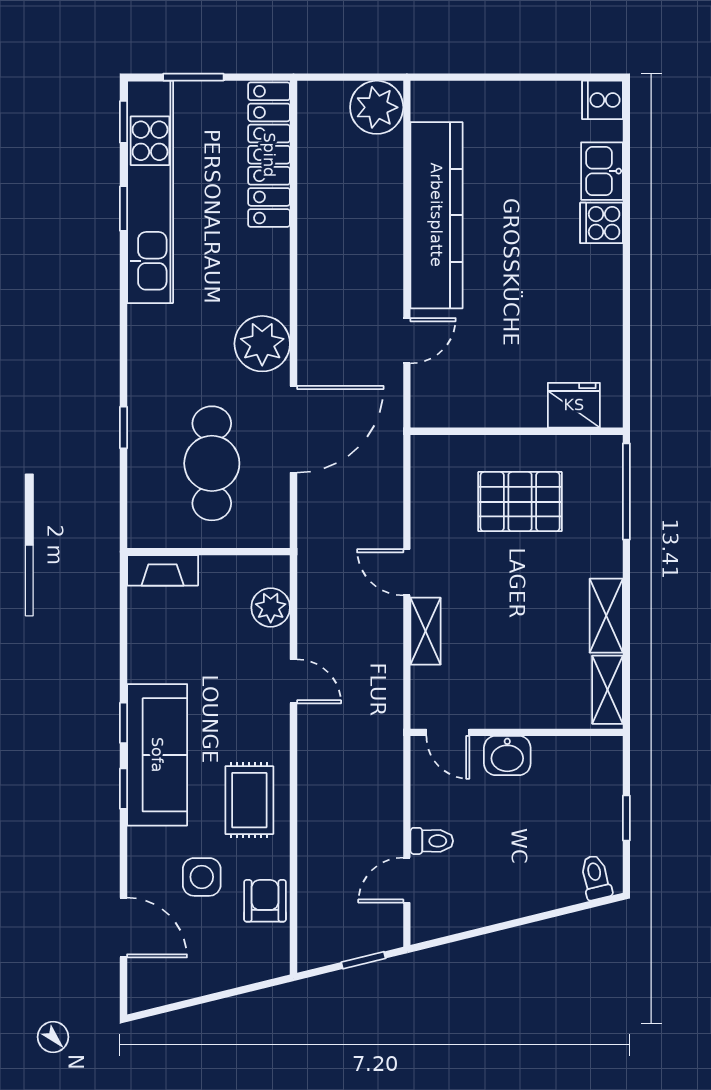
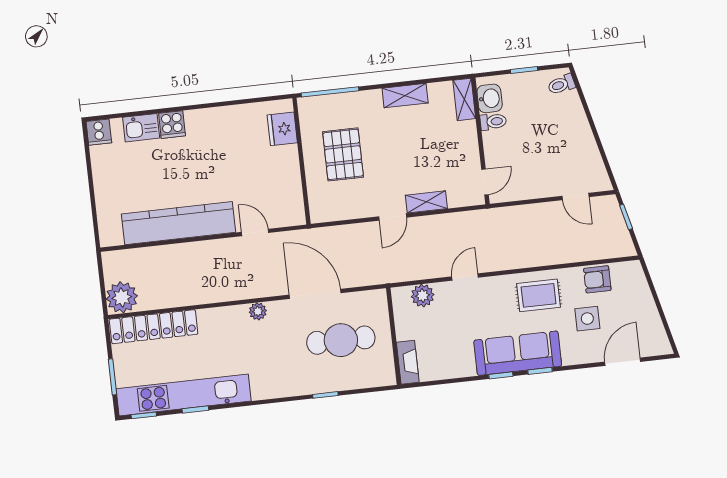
plant: (377, 107) -> (122, 297), moved
plant: (262, 344) -> (258, 311), width x0.53, depth x0.53
shelving: (607, 690) -> (464, 99), moved, turned 90
washbasin: (507, 756) -> (490, 98), moved
toilet: (432, 841) -> (493, 122), moved, turned 90

